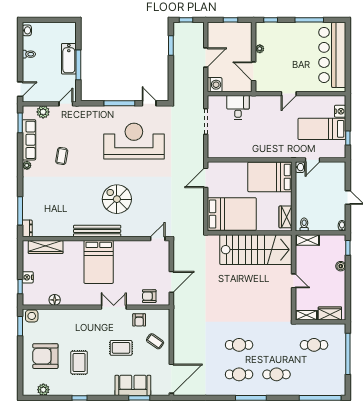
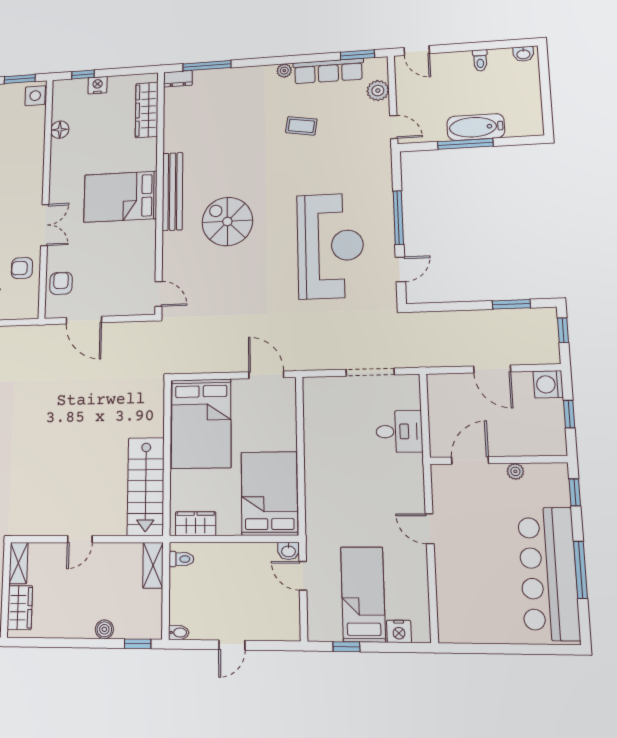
bar counter: (332, 55) -> (549, 573), moved, turned -90
washing machine: (215, 85) -> (548, 384), moved, turned 90
spiral stairs: (117, 199) -> (227, 221), turned -90
stairs: (256, 250) -> (146, 486), width x0.73, depth x0.66

